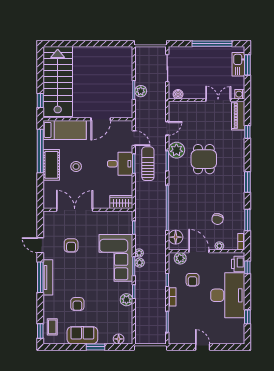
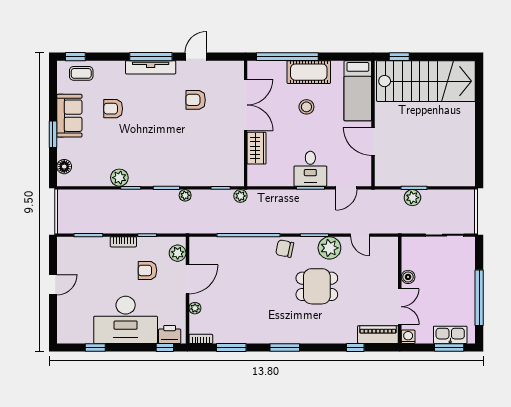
boiler: (178, 94) -> (408, 277), moved
window: (40, 151) -> (287, 57), moved
sun lounger: (148, 164) -> (310, 208), removed
wardrobe: (121, 202) -> (257, 148), moved
chair: (218, 219) -> (285, 249), moved
floor lamp: (176, 237) -> (207, 247), removed
corner sofa: (116, 258) -> (178, 163), removed
plant: (140, 263) -> (240, 196), moved

